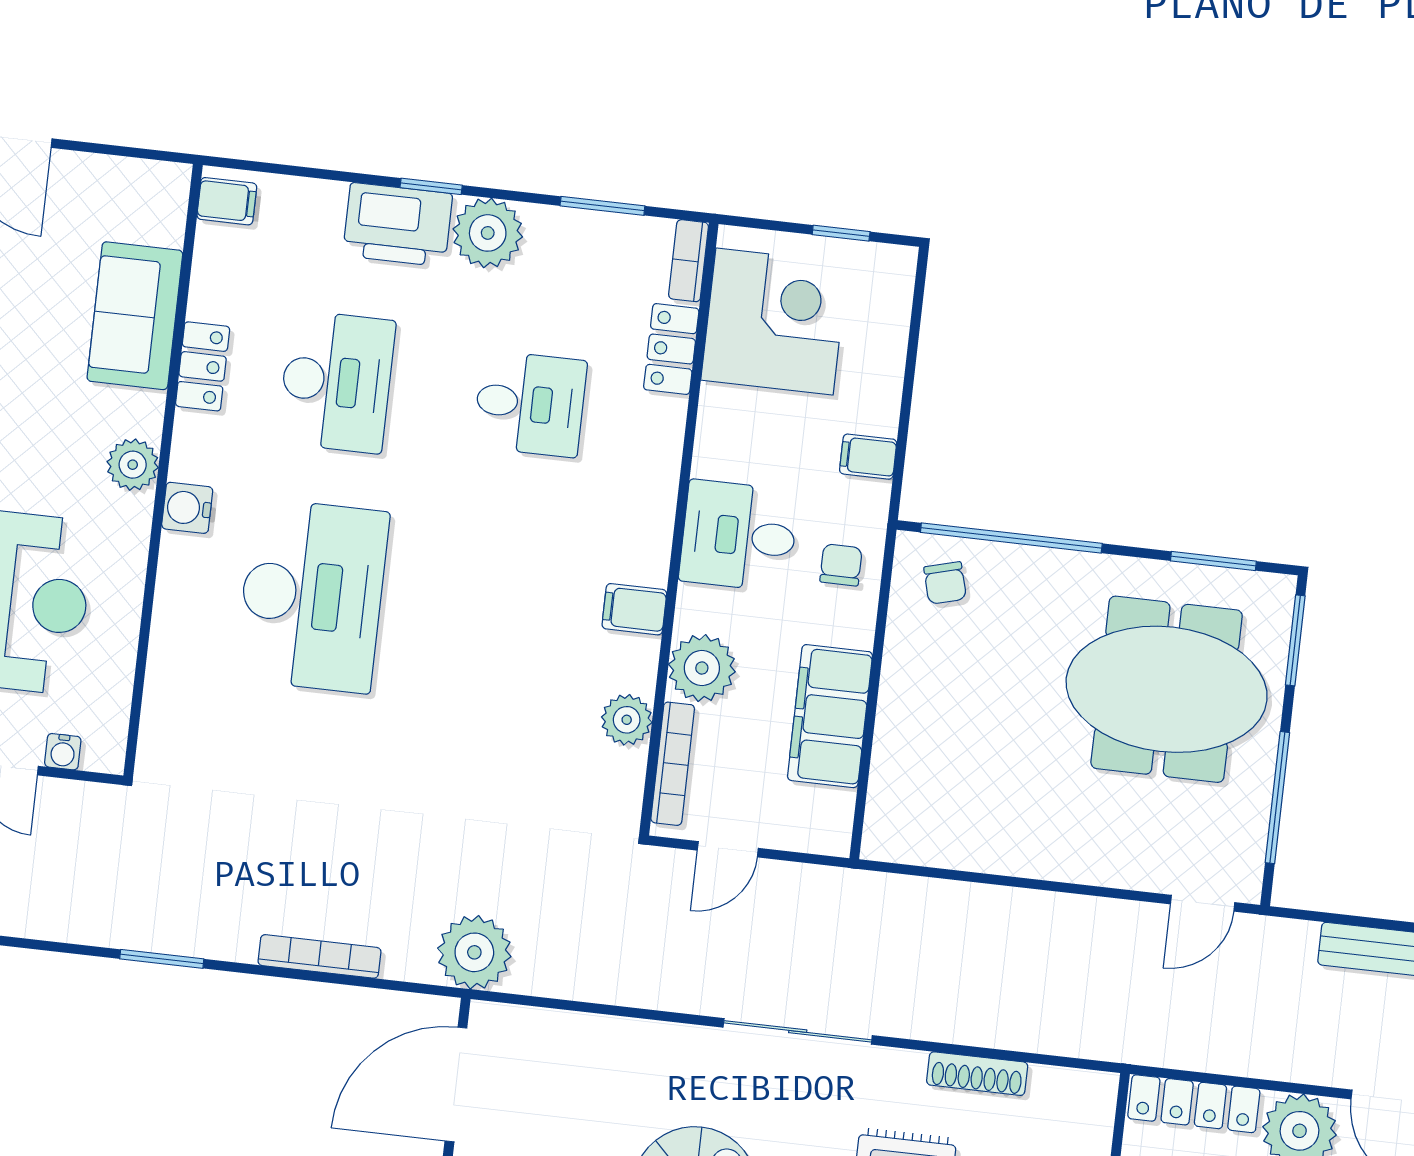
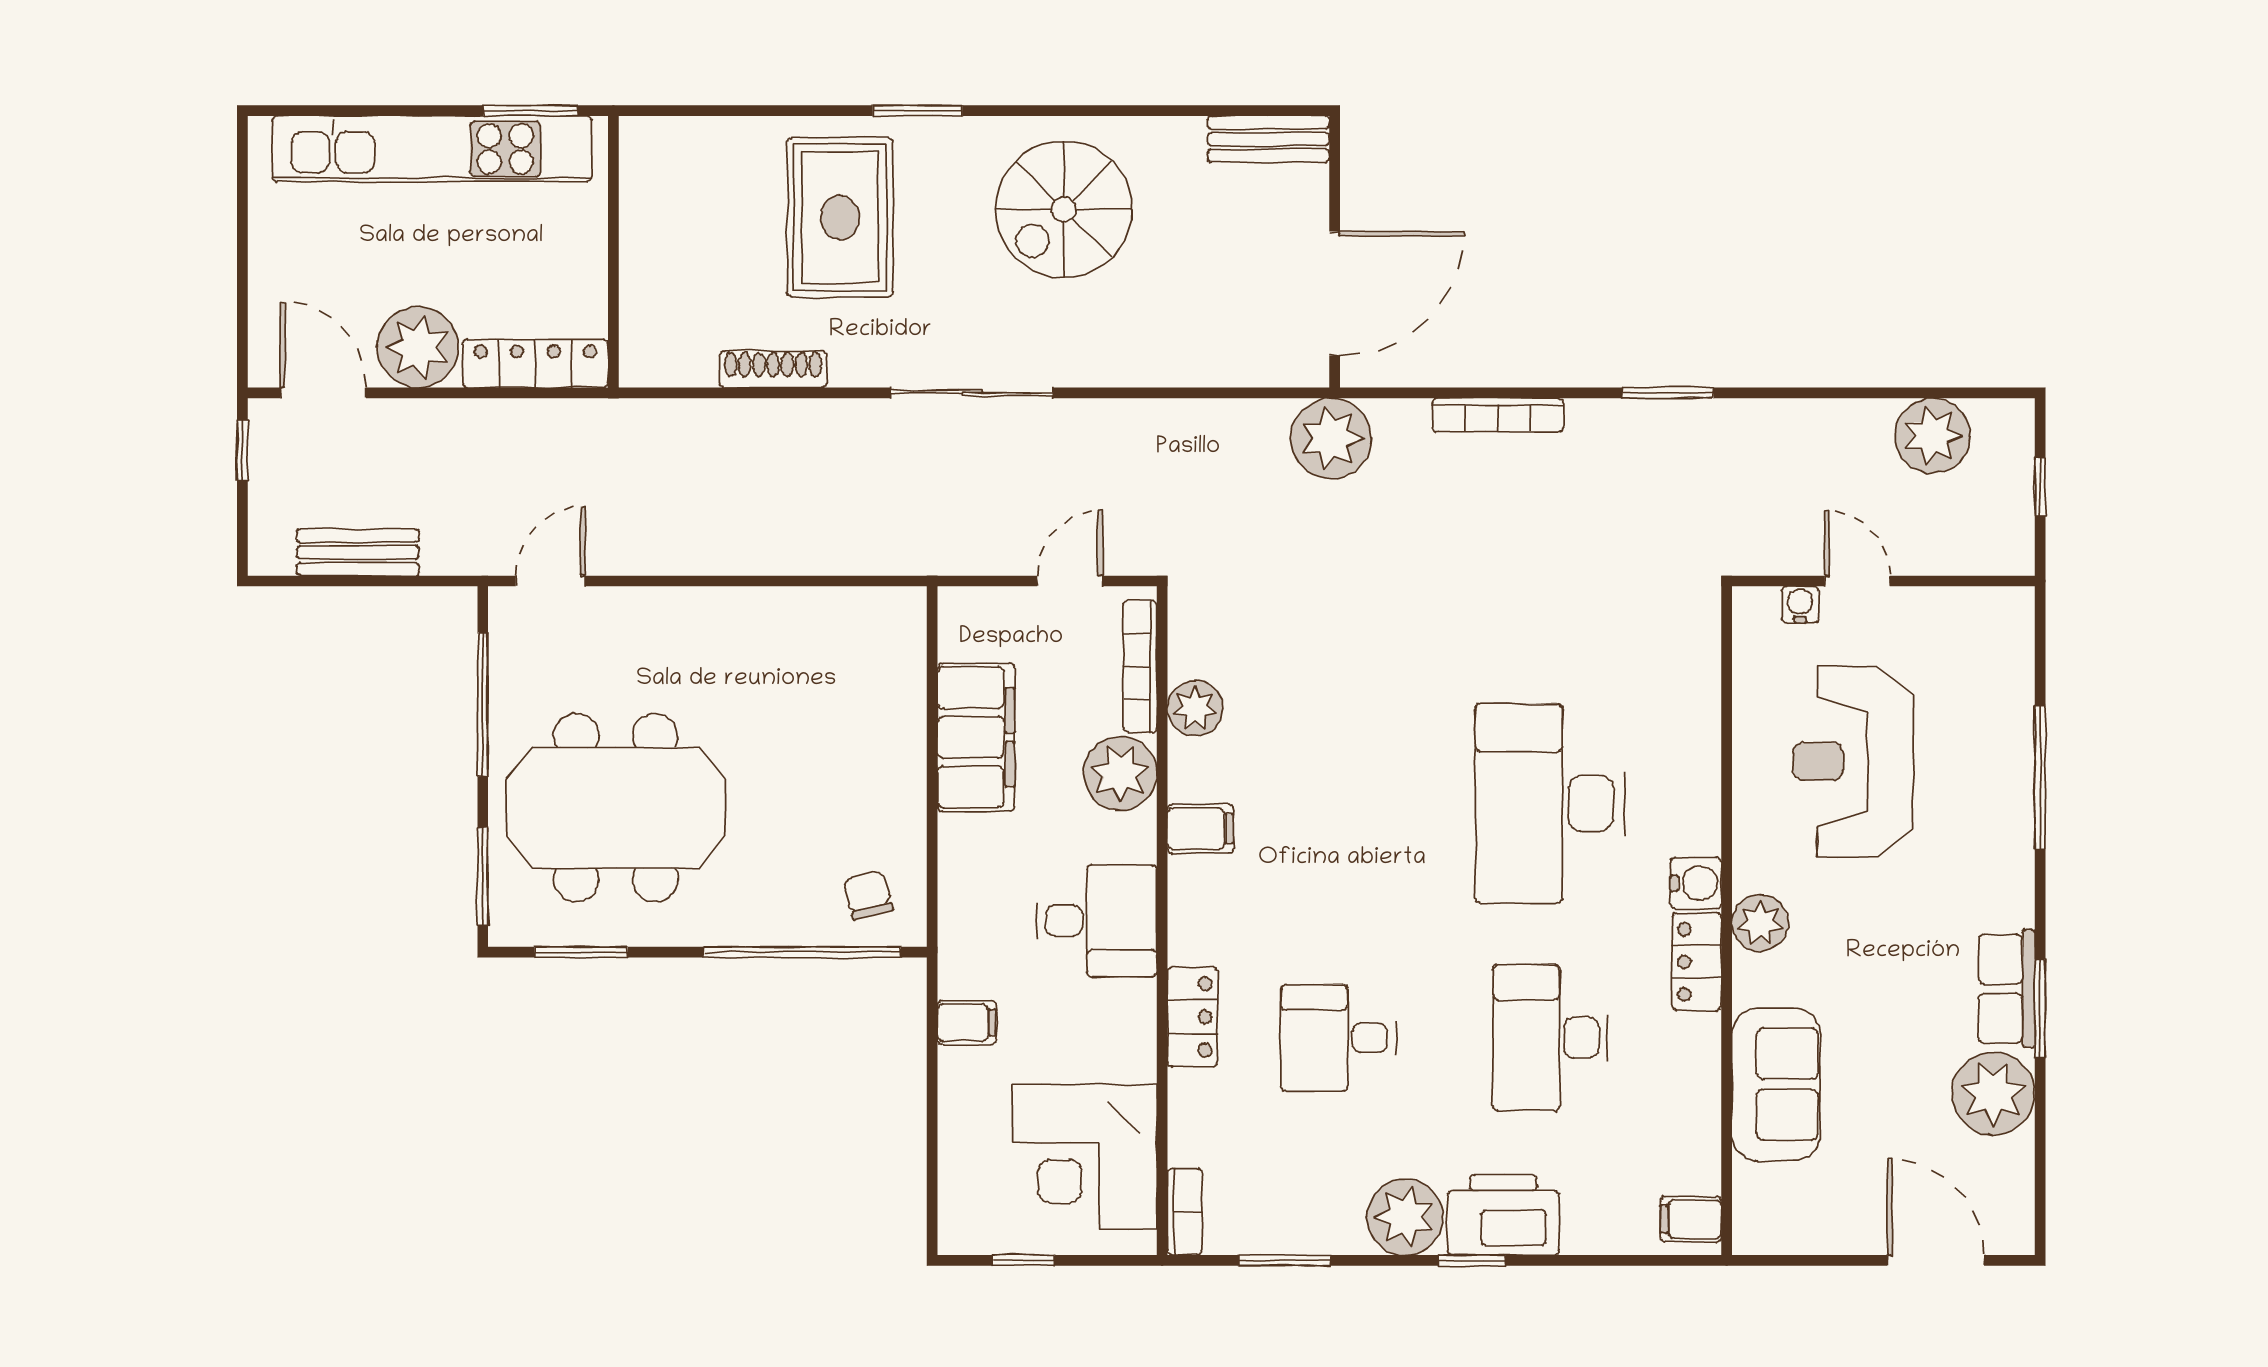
locker: (671, 349) -> (1193, 1017), moved
locker: (203, 366) -> (1697, 962), moved
chair: (841, 565) -> (983, 902), removed

